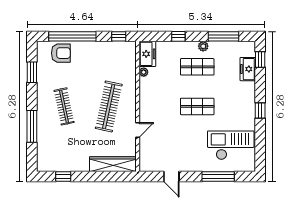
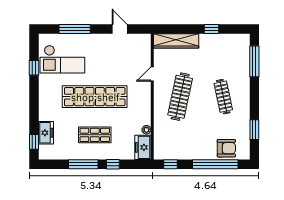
window: (223, 36) -> (83, 164), moved
plant: (203, 46) -> (89, 155), removed
armchair: (61, 53) -> (226, 148), turned 180
shop shelf: (197, 106) -> (95, 97), width x2.00, depth x1.36
window: (260, 110) -> (34, 68), moved
window: (32, 126) -> (254, 61), moved
window: (63, 177) -> (212, 29), moved

